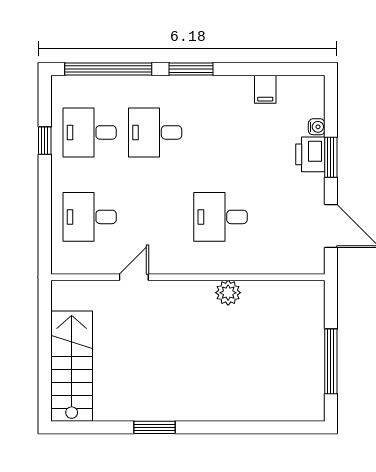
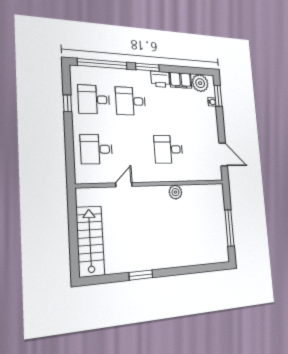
filing cabinet: (265, 89) -> (181, 80), width x2.00
plant: (295, 92) -> (200, 83), added
printer: (310, 154) -> (160, 79), moved, turned -90
window: (331, 157) -> (218, 96), moved

